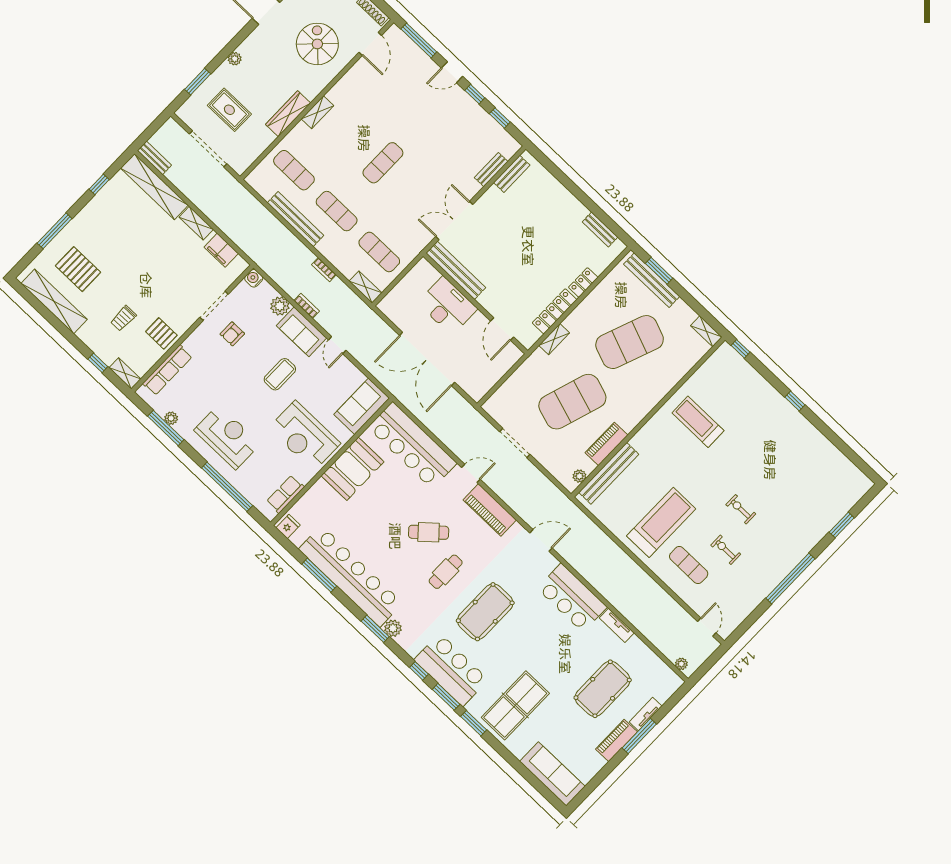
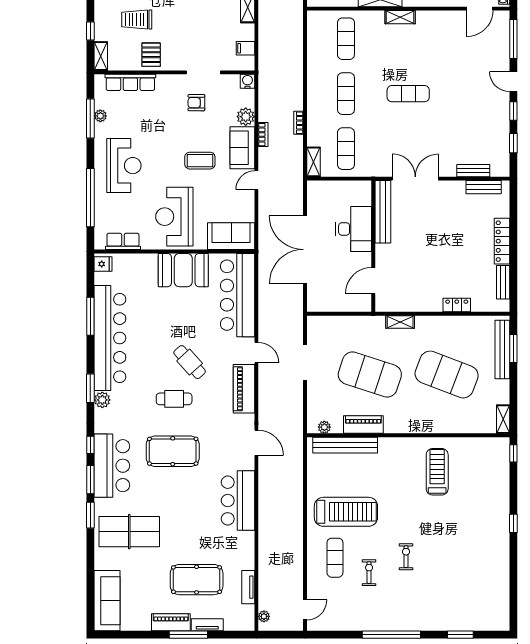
bench: (296, 219) -> (314, 71), removed
filing cabinet: (221, 250) -> (245, 48), width x0.50
locker: (555, 311) -> (502, 241), moved, turned -90
trolley: (123, 318) -> (137, 20), width x1.36, depth x1.39
tv unit: (617, 625) -> (248, 587), moved

